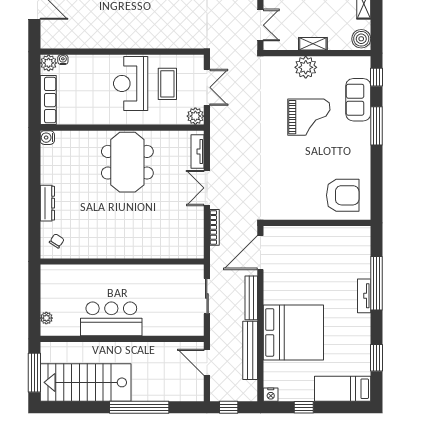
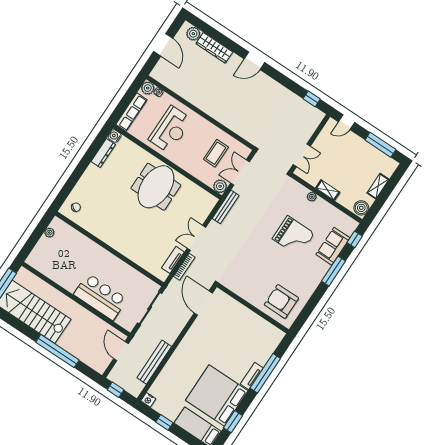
plant: (306, 67) -> (312, 197), width x0.53, depth x0.53
reception desk: (131, 83) -> (170, 129), moved, turned 180
double door: (207, 87) -> (240, 173), swing flipped
tv unit: (198, 151) -> (173, 260), moved
armchair: (343, 195) -> (281, 301), turned 180
dresser: (47, 203) -> (103, 153), moved
door: (260, 253) -> (203, 303), hinge flipped
sliding door: (207, 296) -> (150, 308), width x1.37
bench: (251, 298) -> (226, 207), moved
plant: (46, 318) -> (49, 233), moved
bar counter: (111, 319) -> (100, 297), moved
bed: (293, 332) -> (217, 396), moved, turned 180

